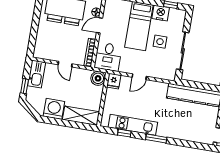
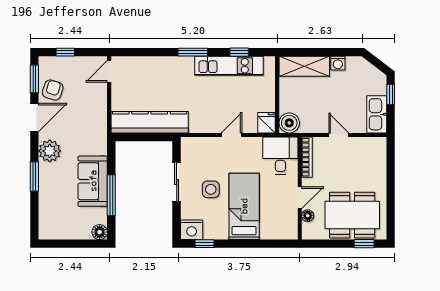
nightstand: (161, 13) -> (192, 230), moved
sliding door: (183, 51) -> (177, 182), width x0.73
washing machine: (54, 109) -> (338, 63), width x0.53, depth x0.53

